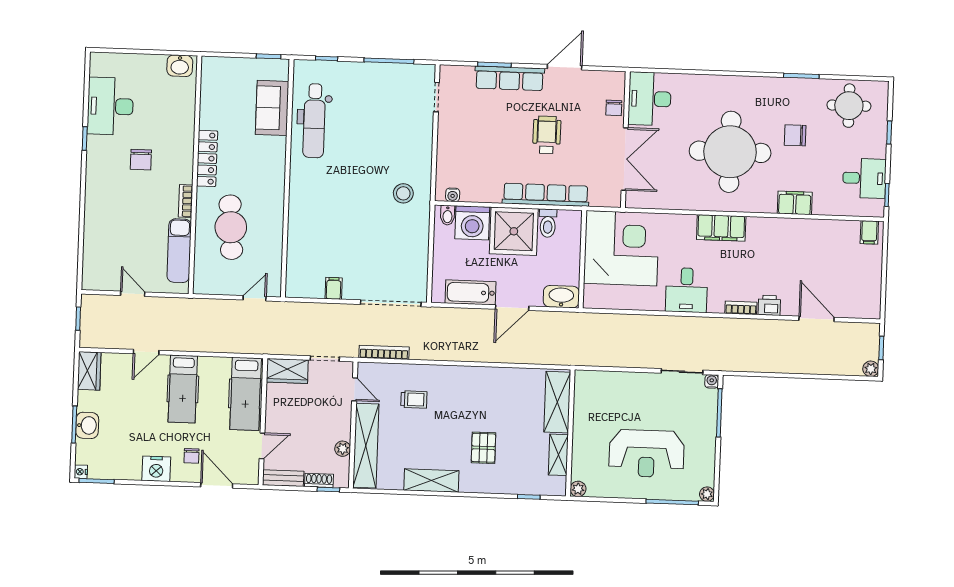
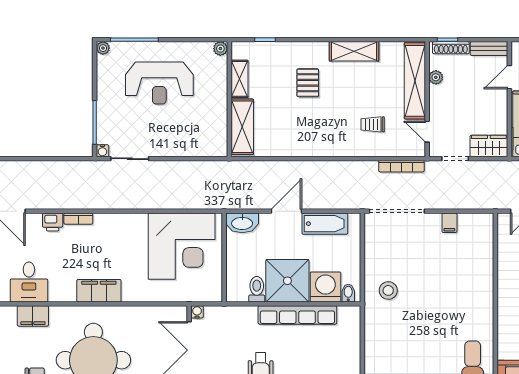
stool: (403, 193) -> (388, 290), moved
water cooler: (453, 195) -> (197, 312), moved
row of seats: (546, 195) -> (297, 315), moved
corner desk: (621, 248) -> (182, 246), moved, turned -90
desk: (687, 290) -> (29, 282), moved, turned 180
reception desk: (647, 454) -> (159, 83), turned 180
shoe rack: (319, 480) -> (451, 48), width x1.43

